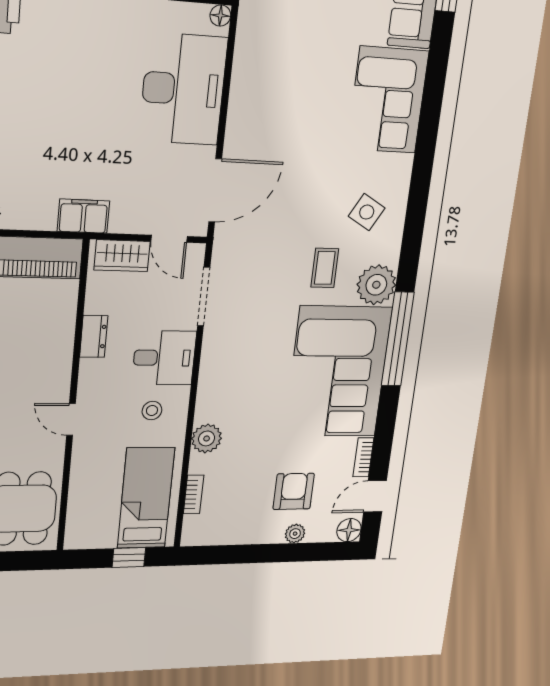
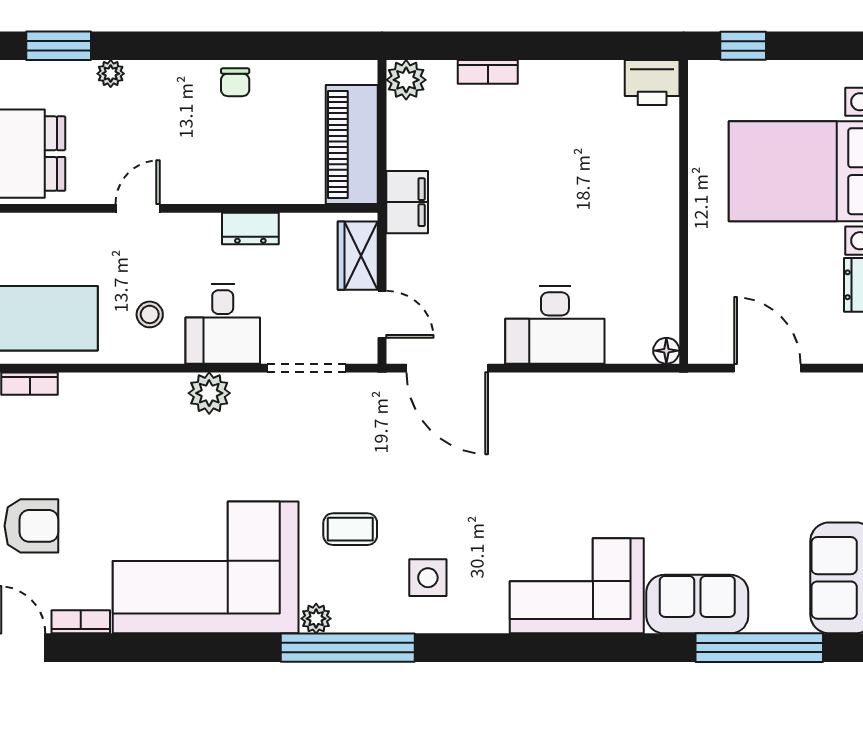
desk: (183, 89) -> (555, 325), width x0.73, depth x0.77
side table: (367, 212) -> (428, 578), turned -30
door: (169, 239) -> (382, 314), swing flipped
plant: (376, 285) -> (316, 619), width x0.53, depth x0.53
window: (398, 339) -> (348, 648), moved
plant: (207, 438) -> (209, 393), moved

